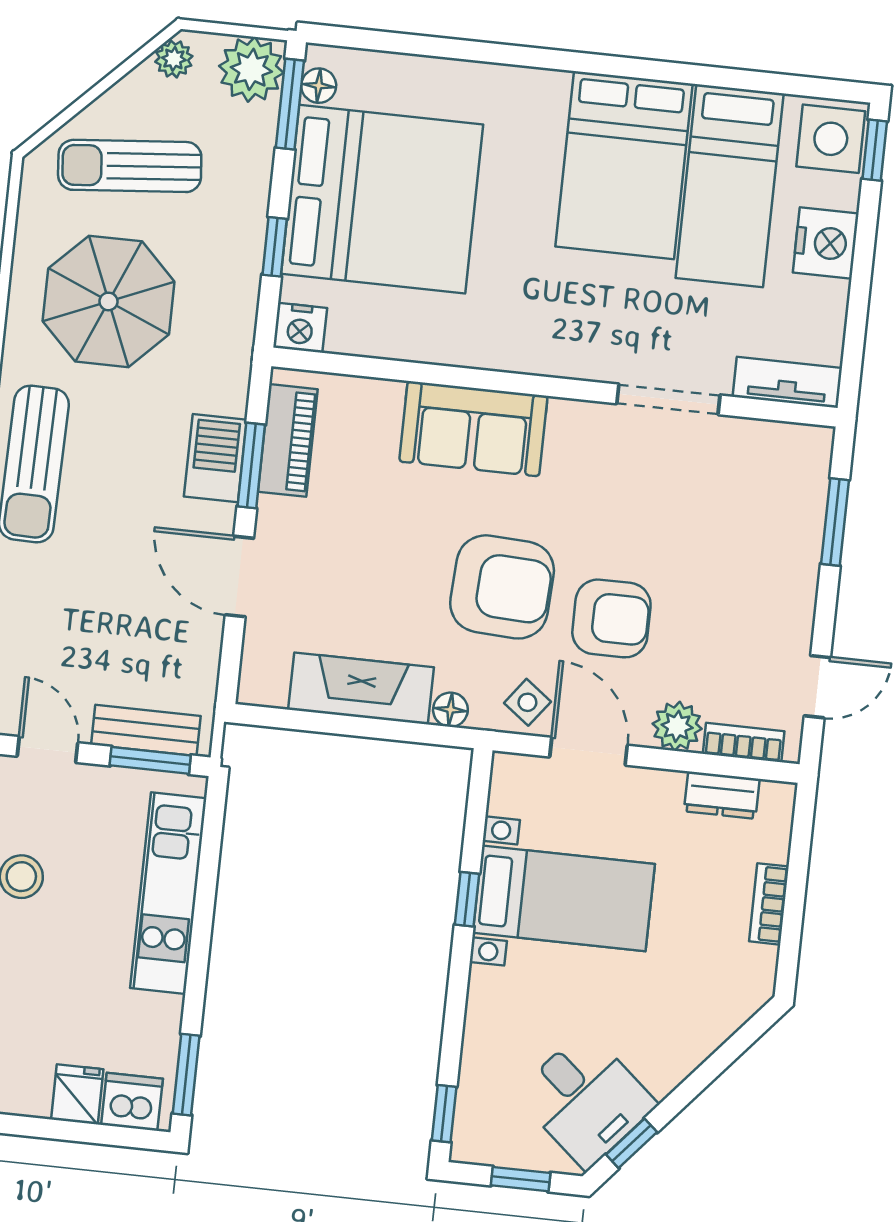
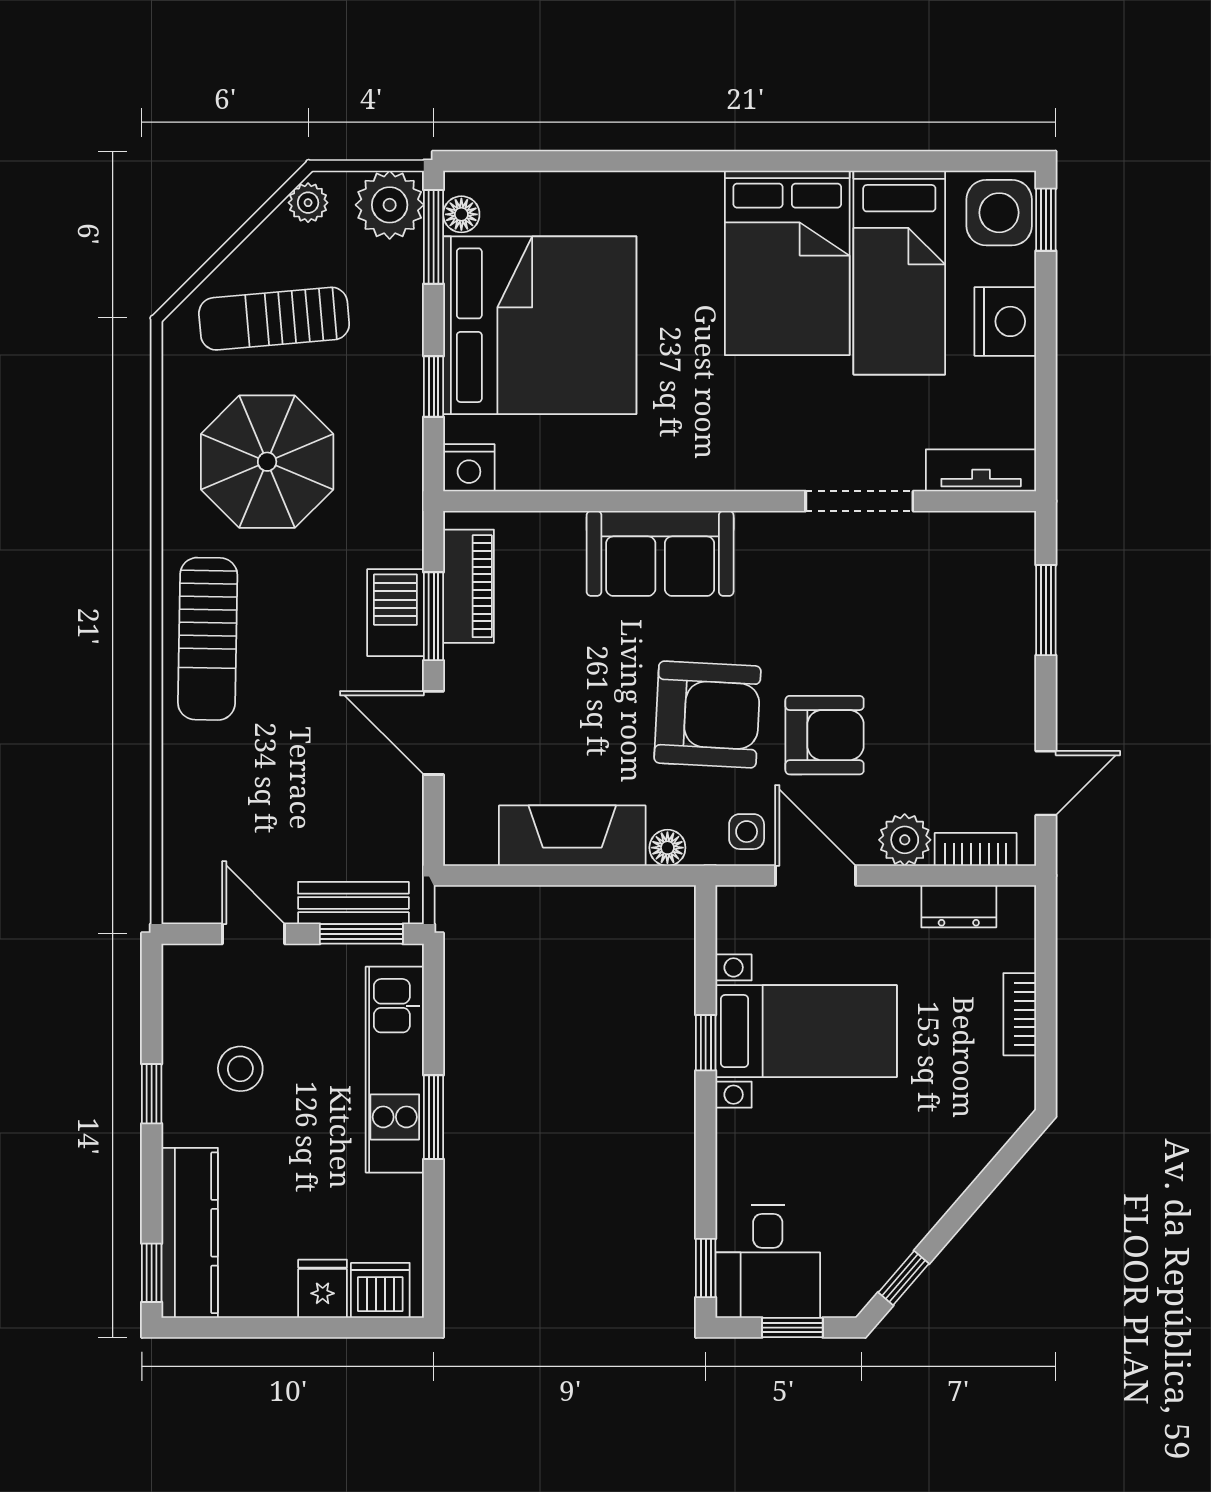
side table: (527, 702) -> (747, 832), turned -37
window: (186, 1075) -> (434, 1117), moved
desk: (586, 1099) -> (768, 1261), moved, turned 49

